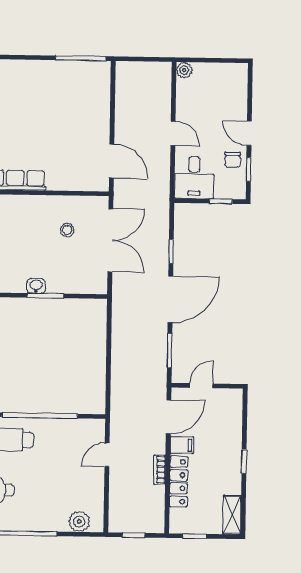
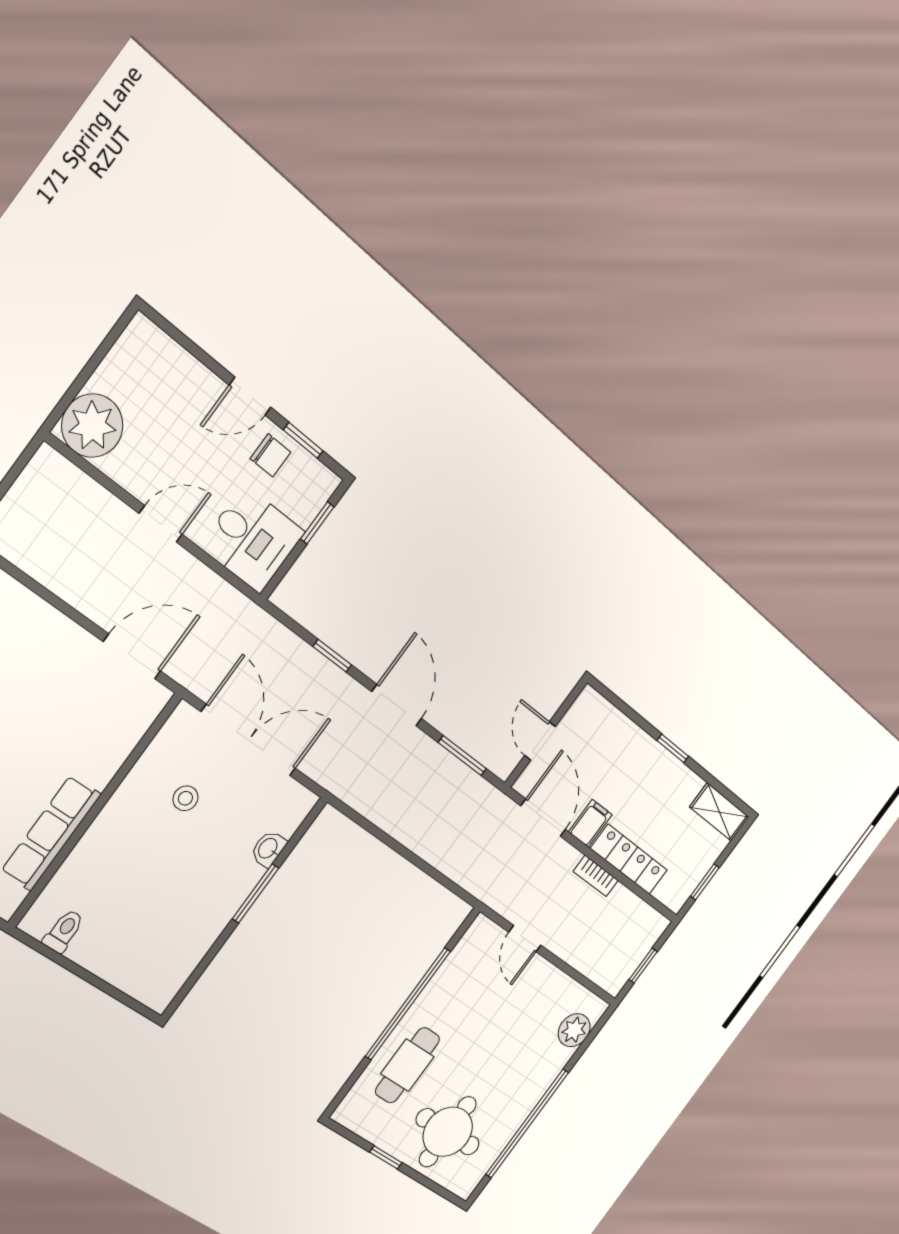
plant: (184, 70) -> (92, 426), width x1.87, depth x1.87
washbasin: (36, 286) -> (268, 849), moved
door: (170, 299) -> (397, 705), width x0.73

